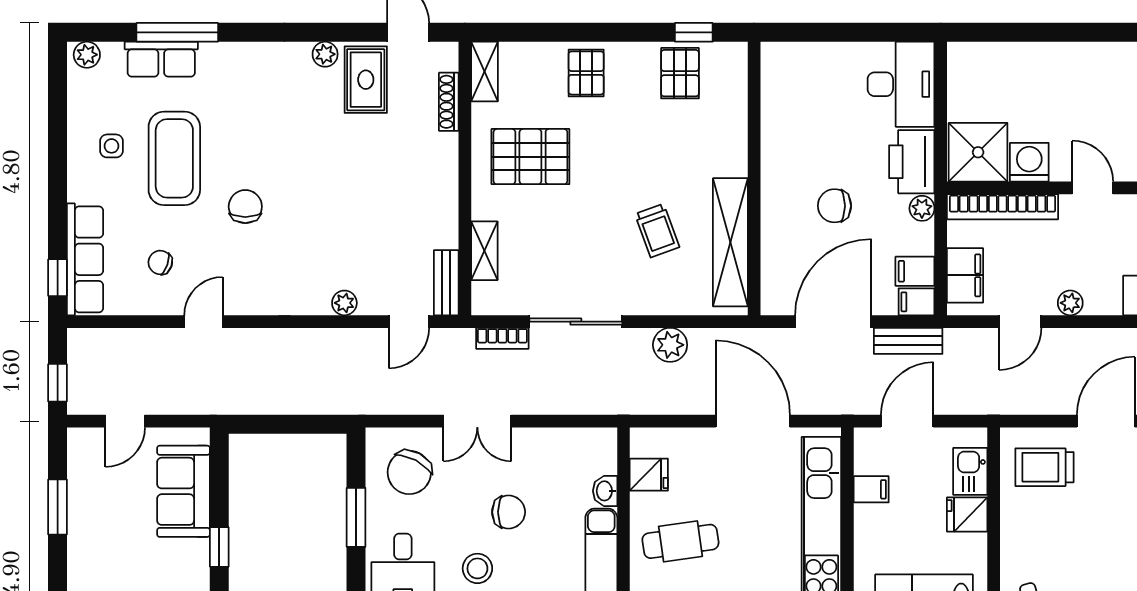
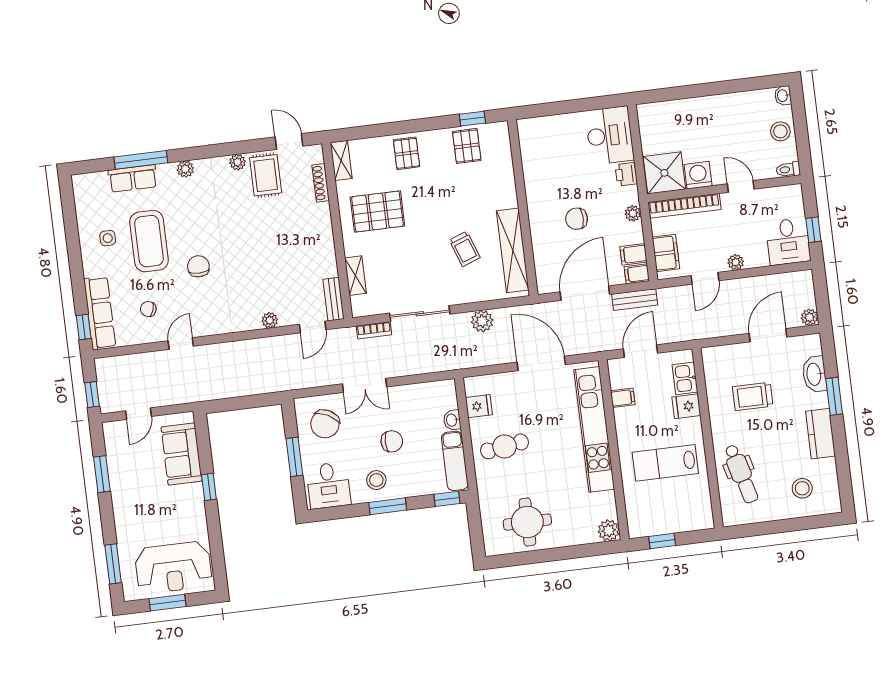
plant: (87, 55) -> (185, 169), moved
printer: (912, 162) -> (626, 174), width x0.53, depth x0.68
trolley: (1044, 467) -> (753, 396), moved

